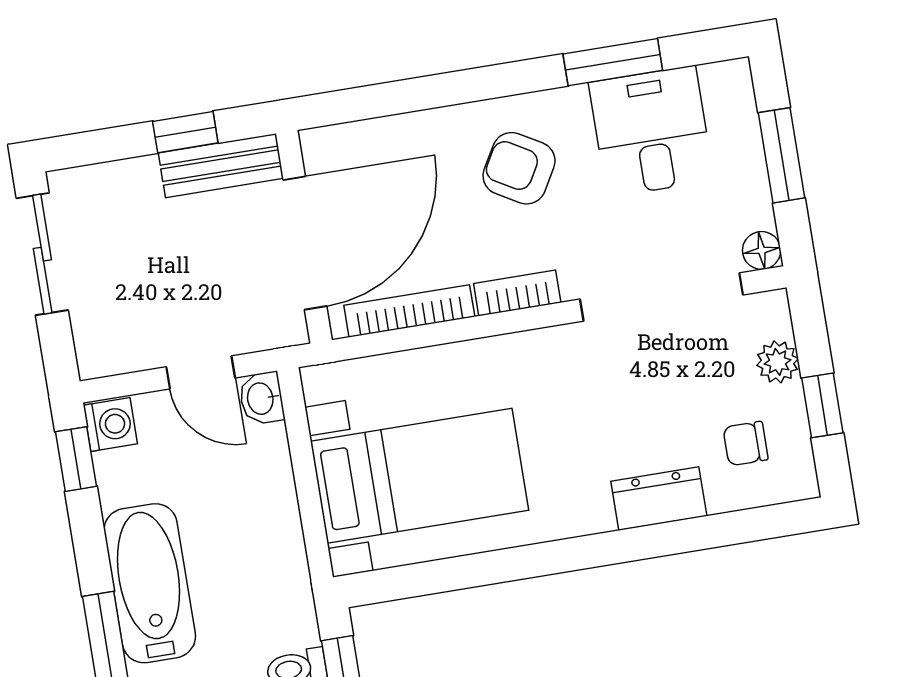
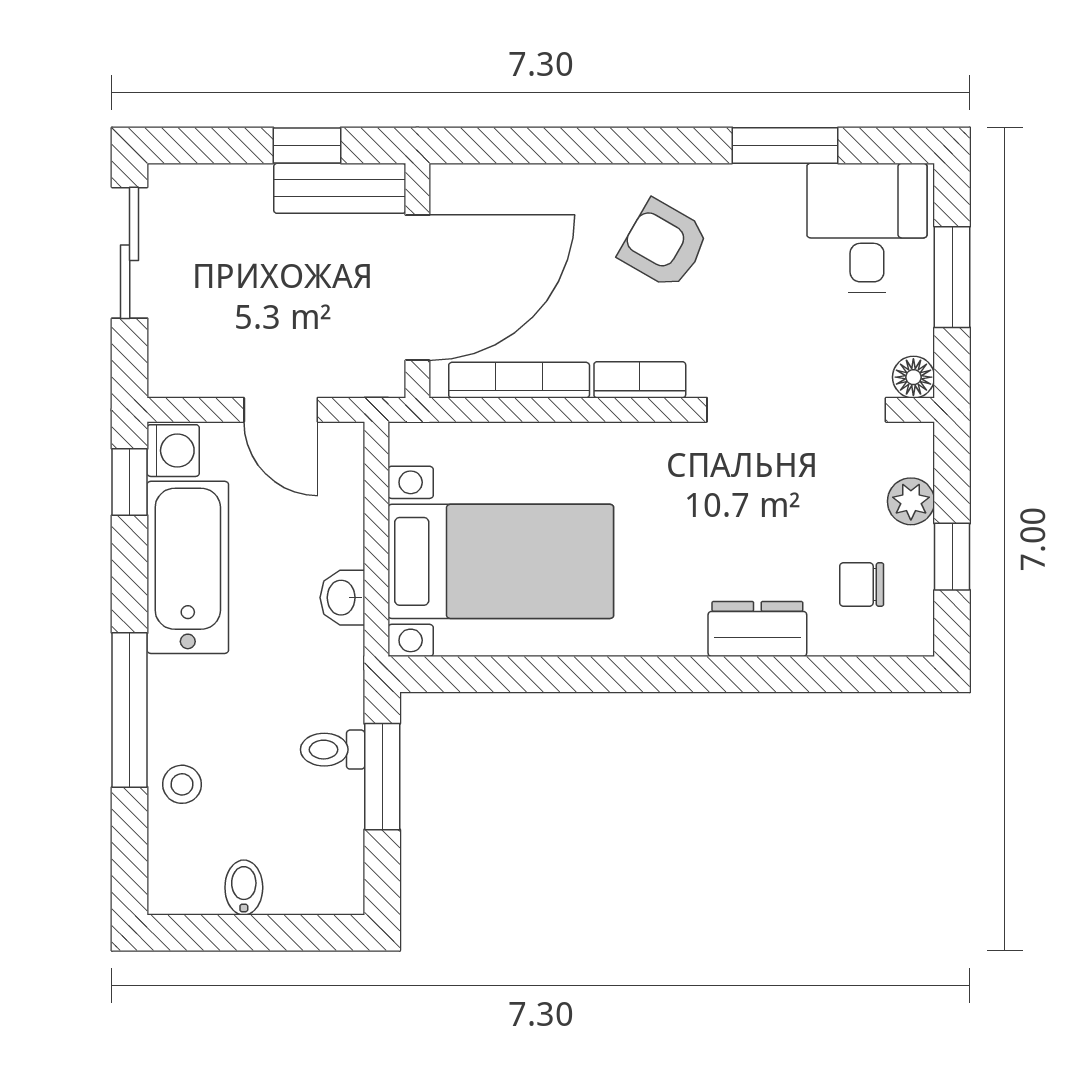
desk: (651, 131) -> (867, 228), moved
washbasin: (261, 398) -> (342, 598), moved
bathtub: (150, 583) -> (188, 567), moved

